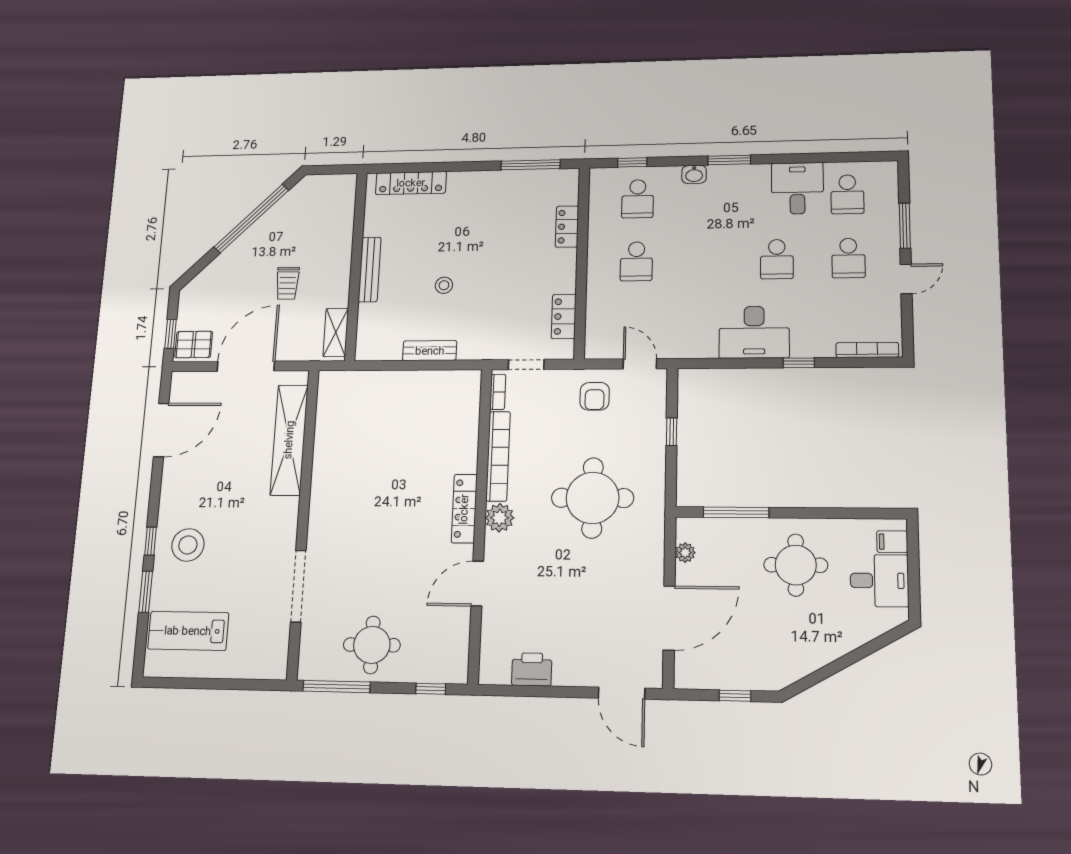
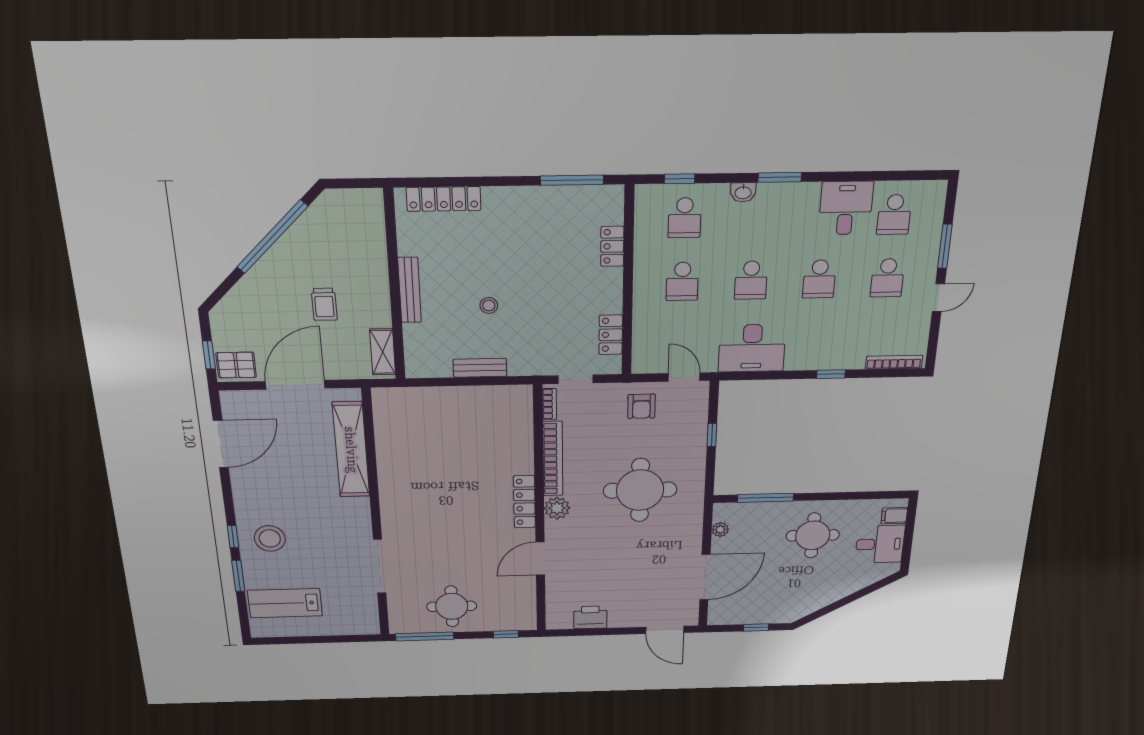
school desk: (706, 260) -> (751, 280), added
desk: (754, 332) -> (752, 348), moved

